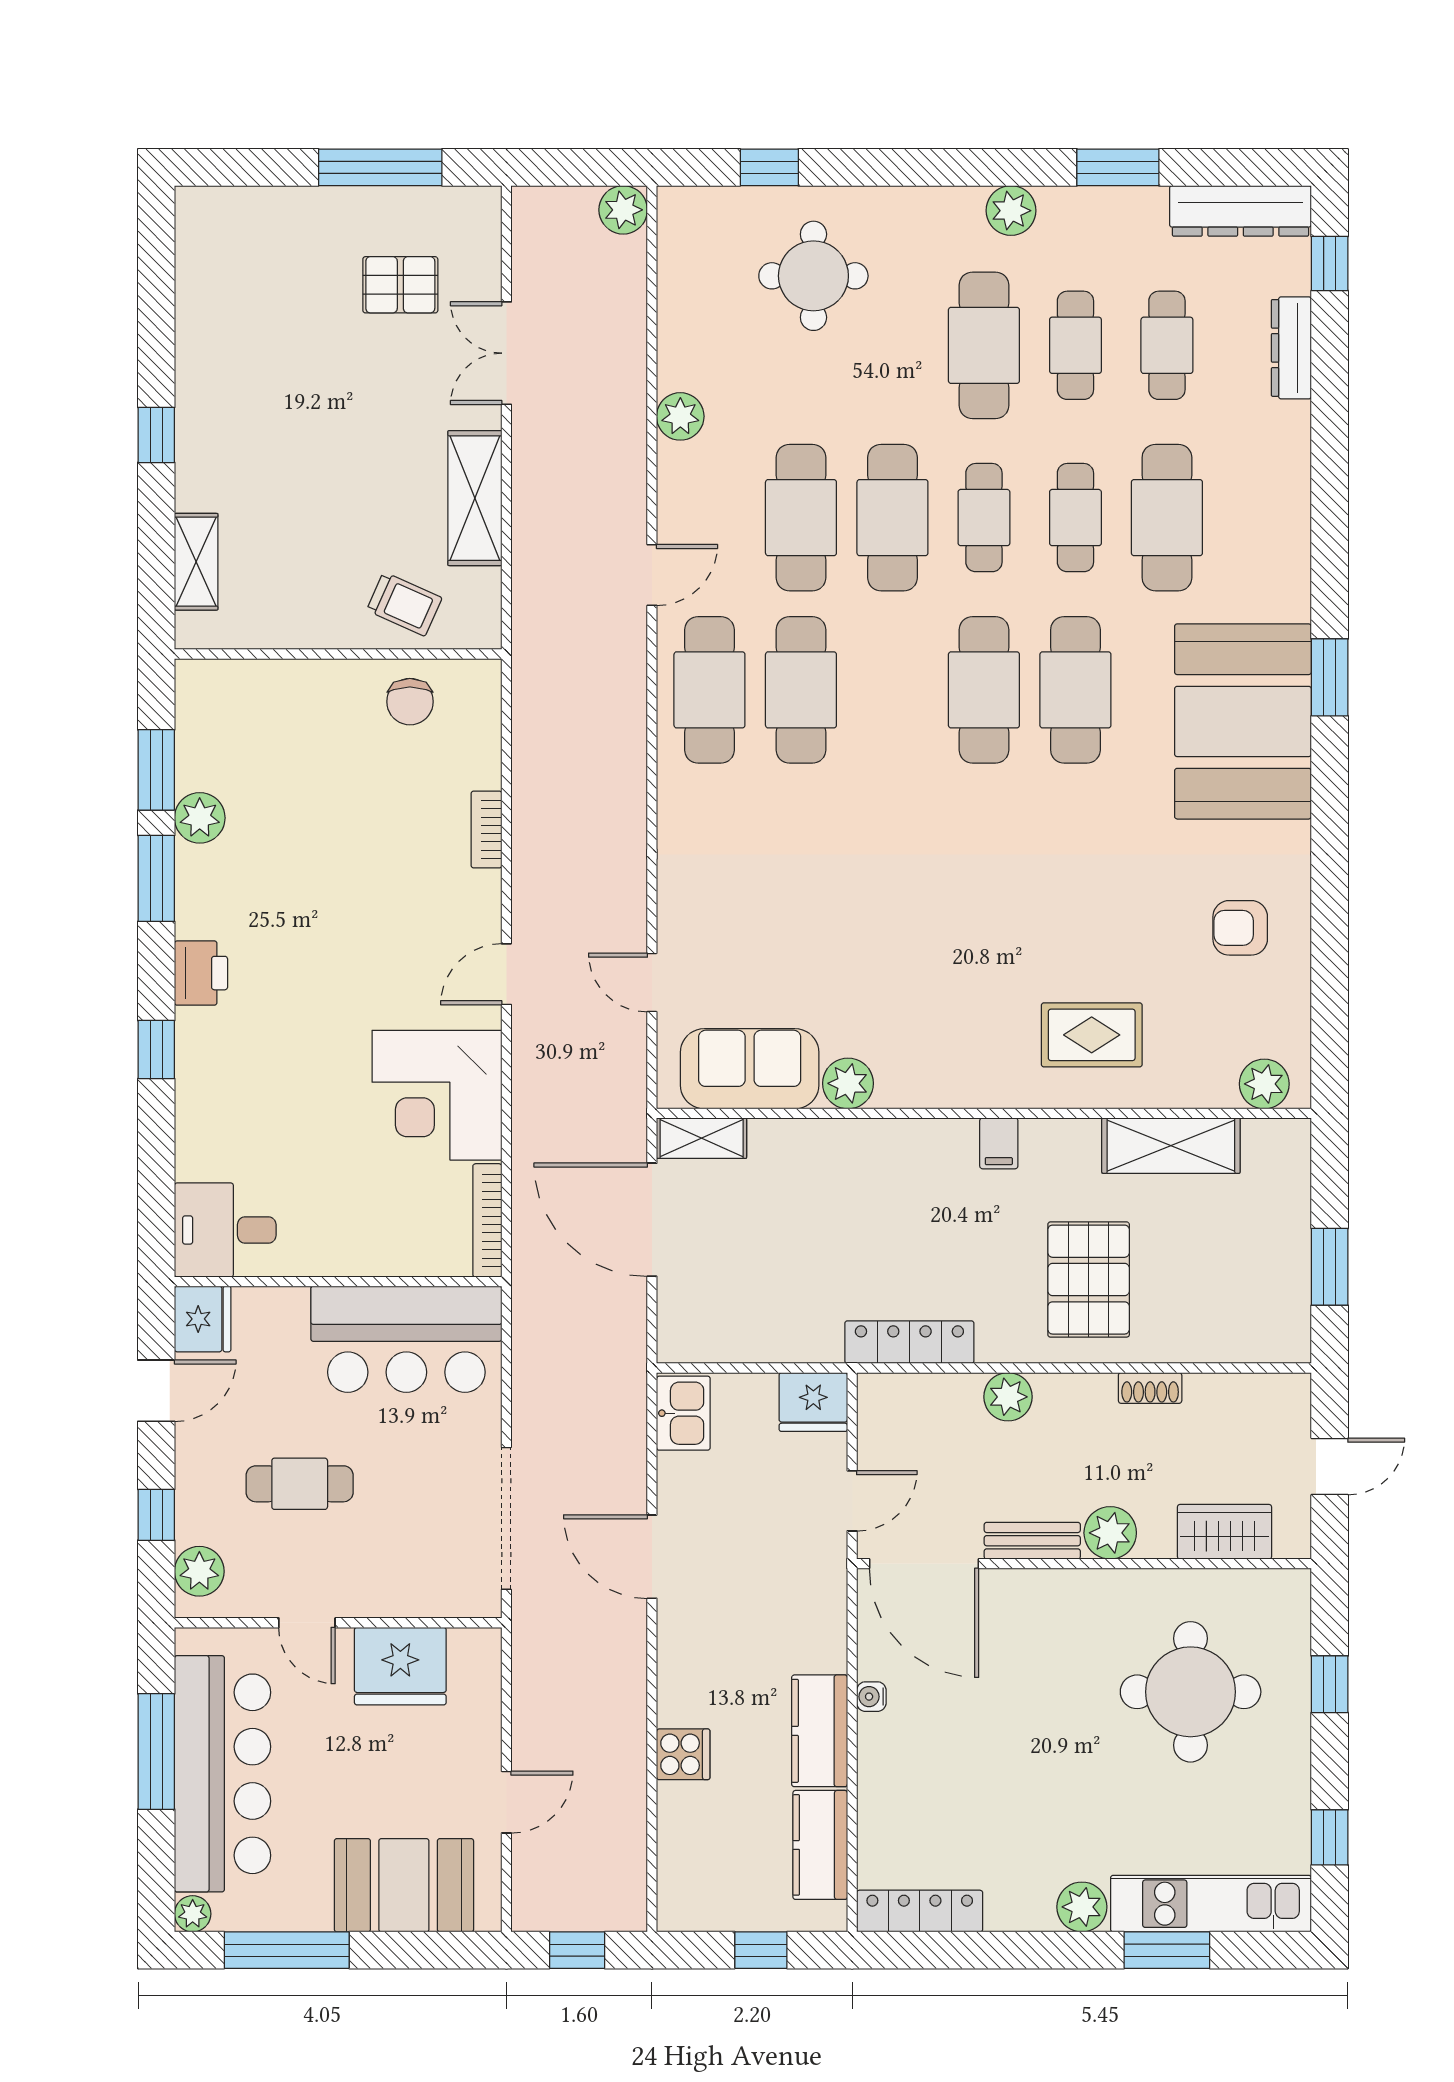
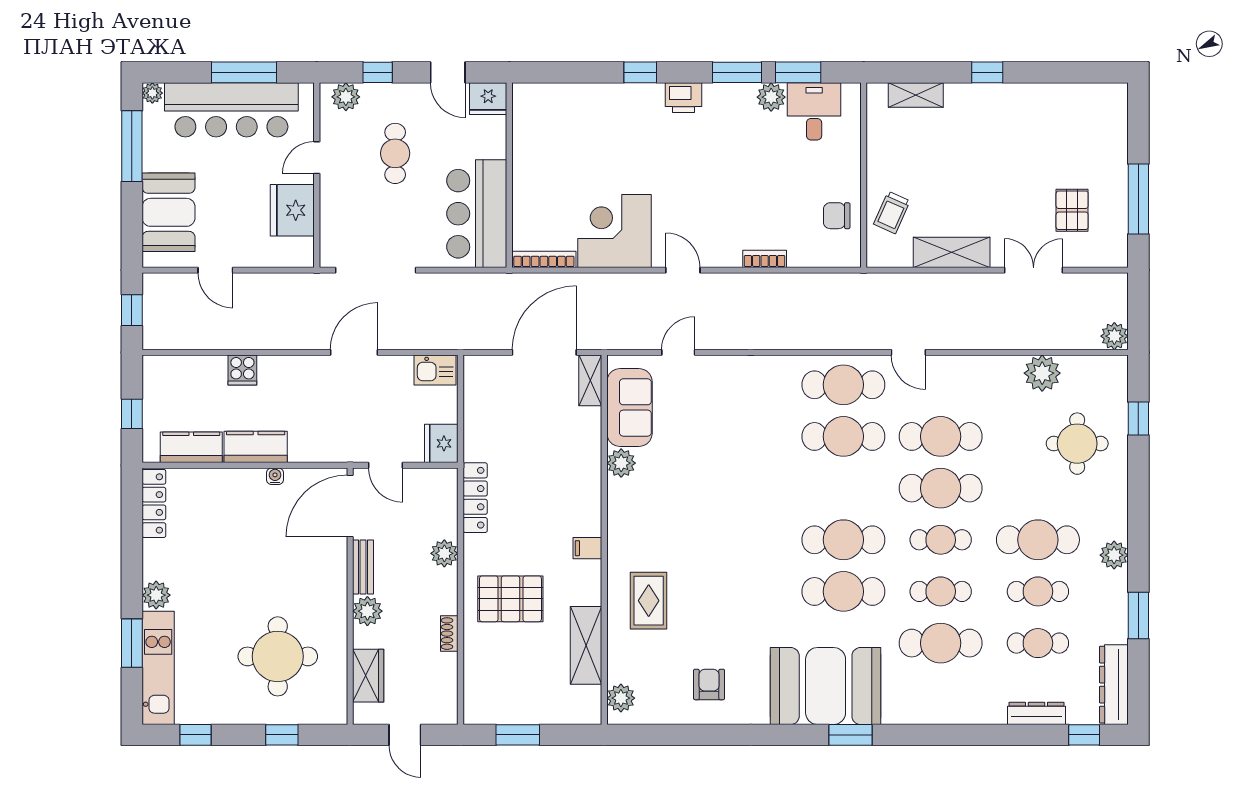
plant: (680, 416) -> (1042, 373), moved, width x1.36, depth x1.36
desk: (225, 1230) -> (814, 111), moved

